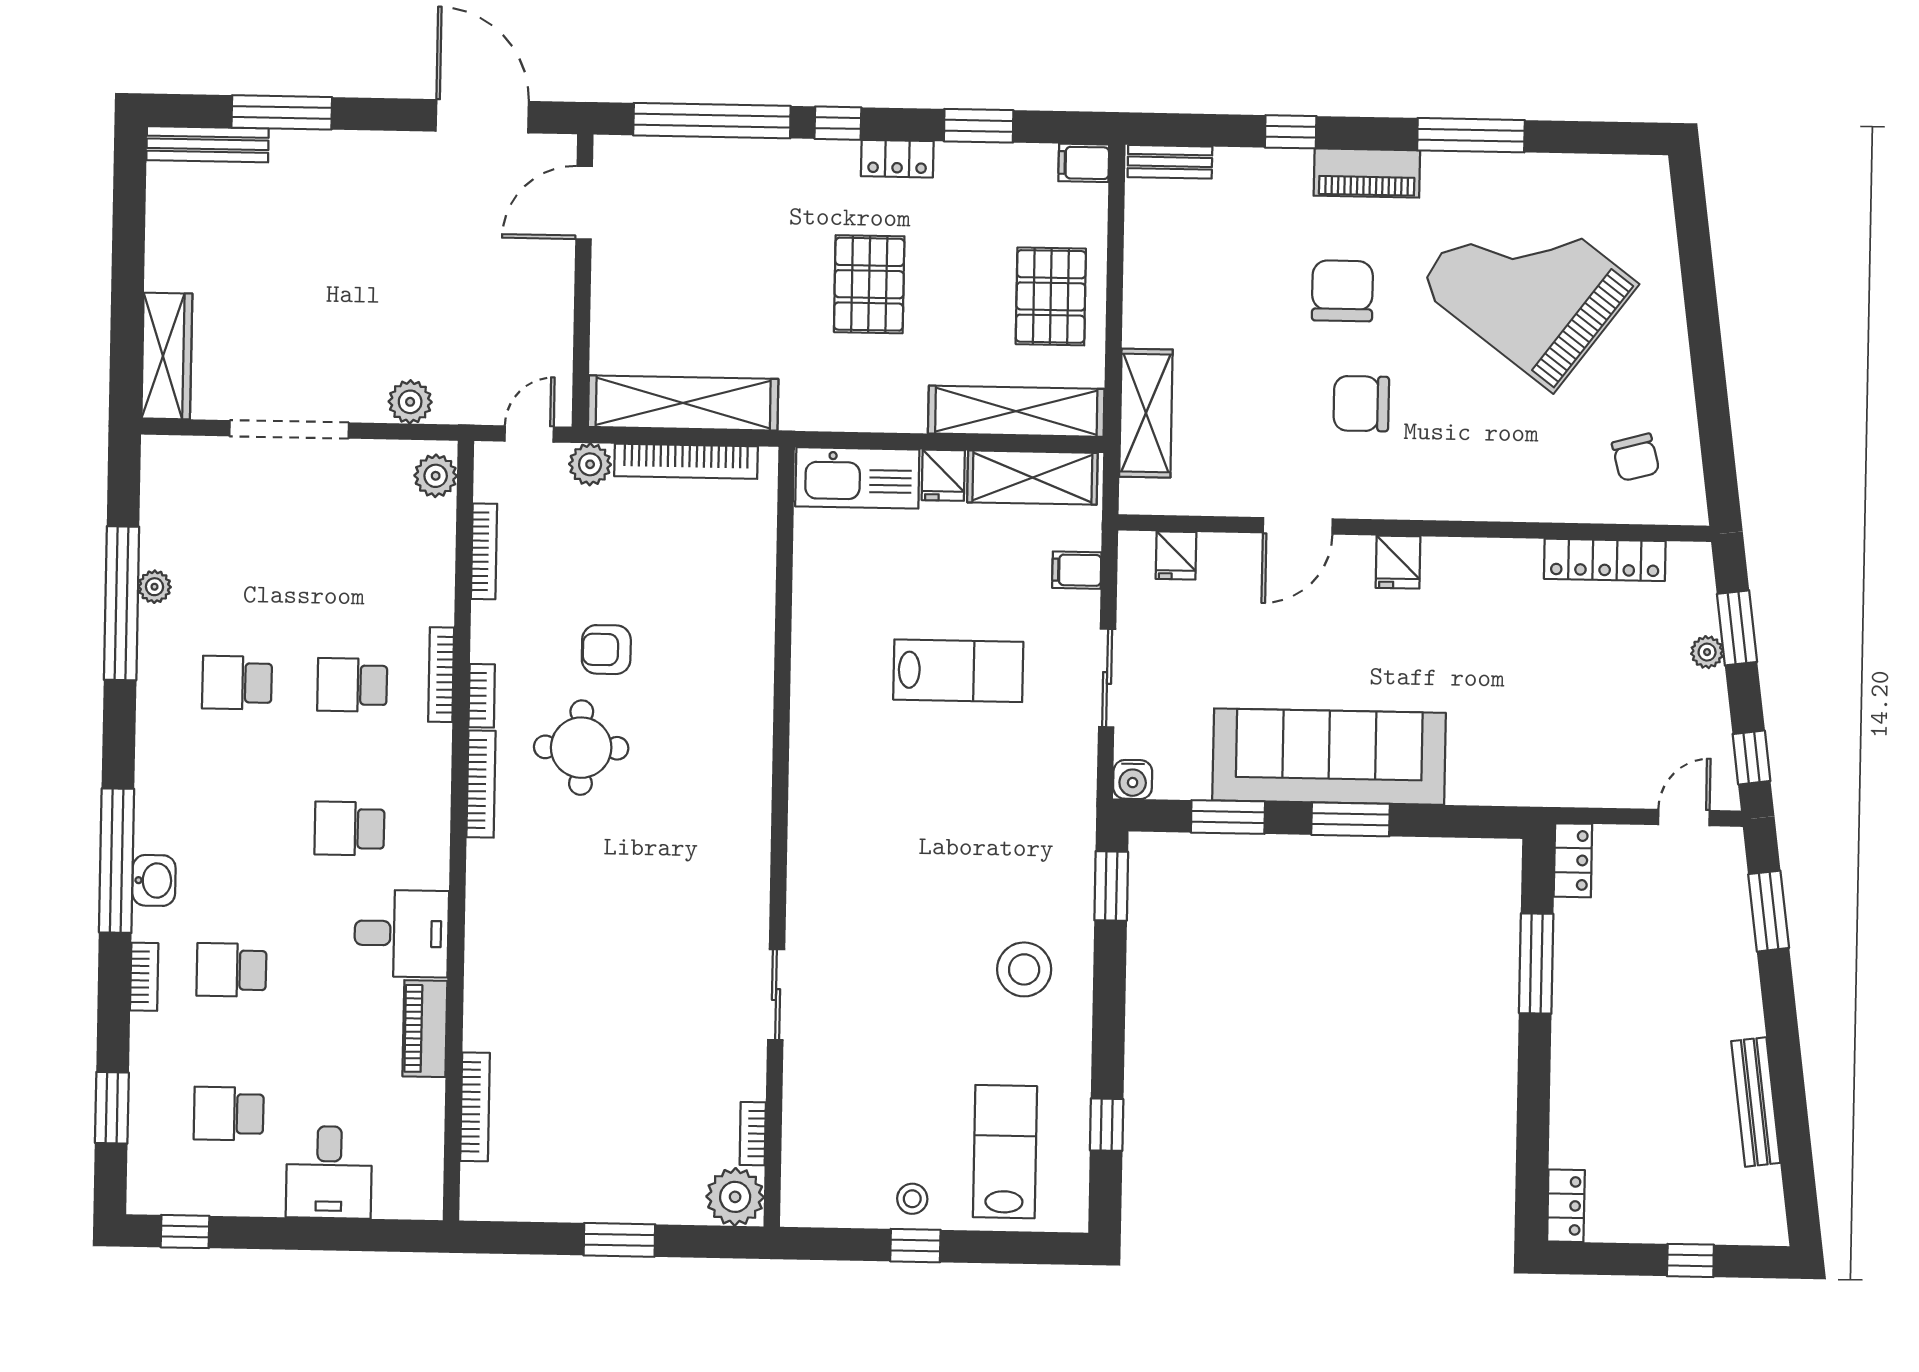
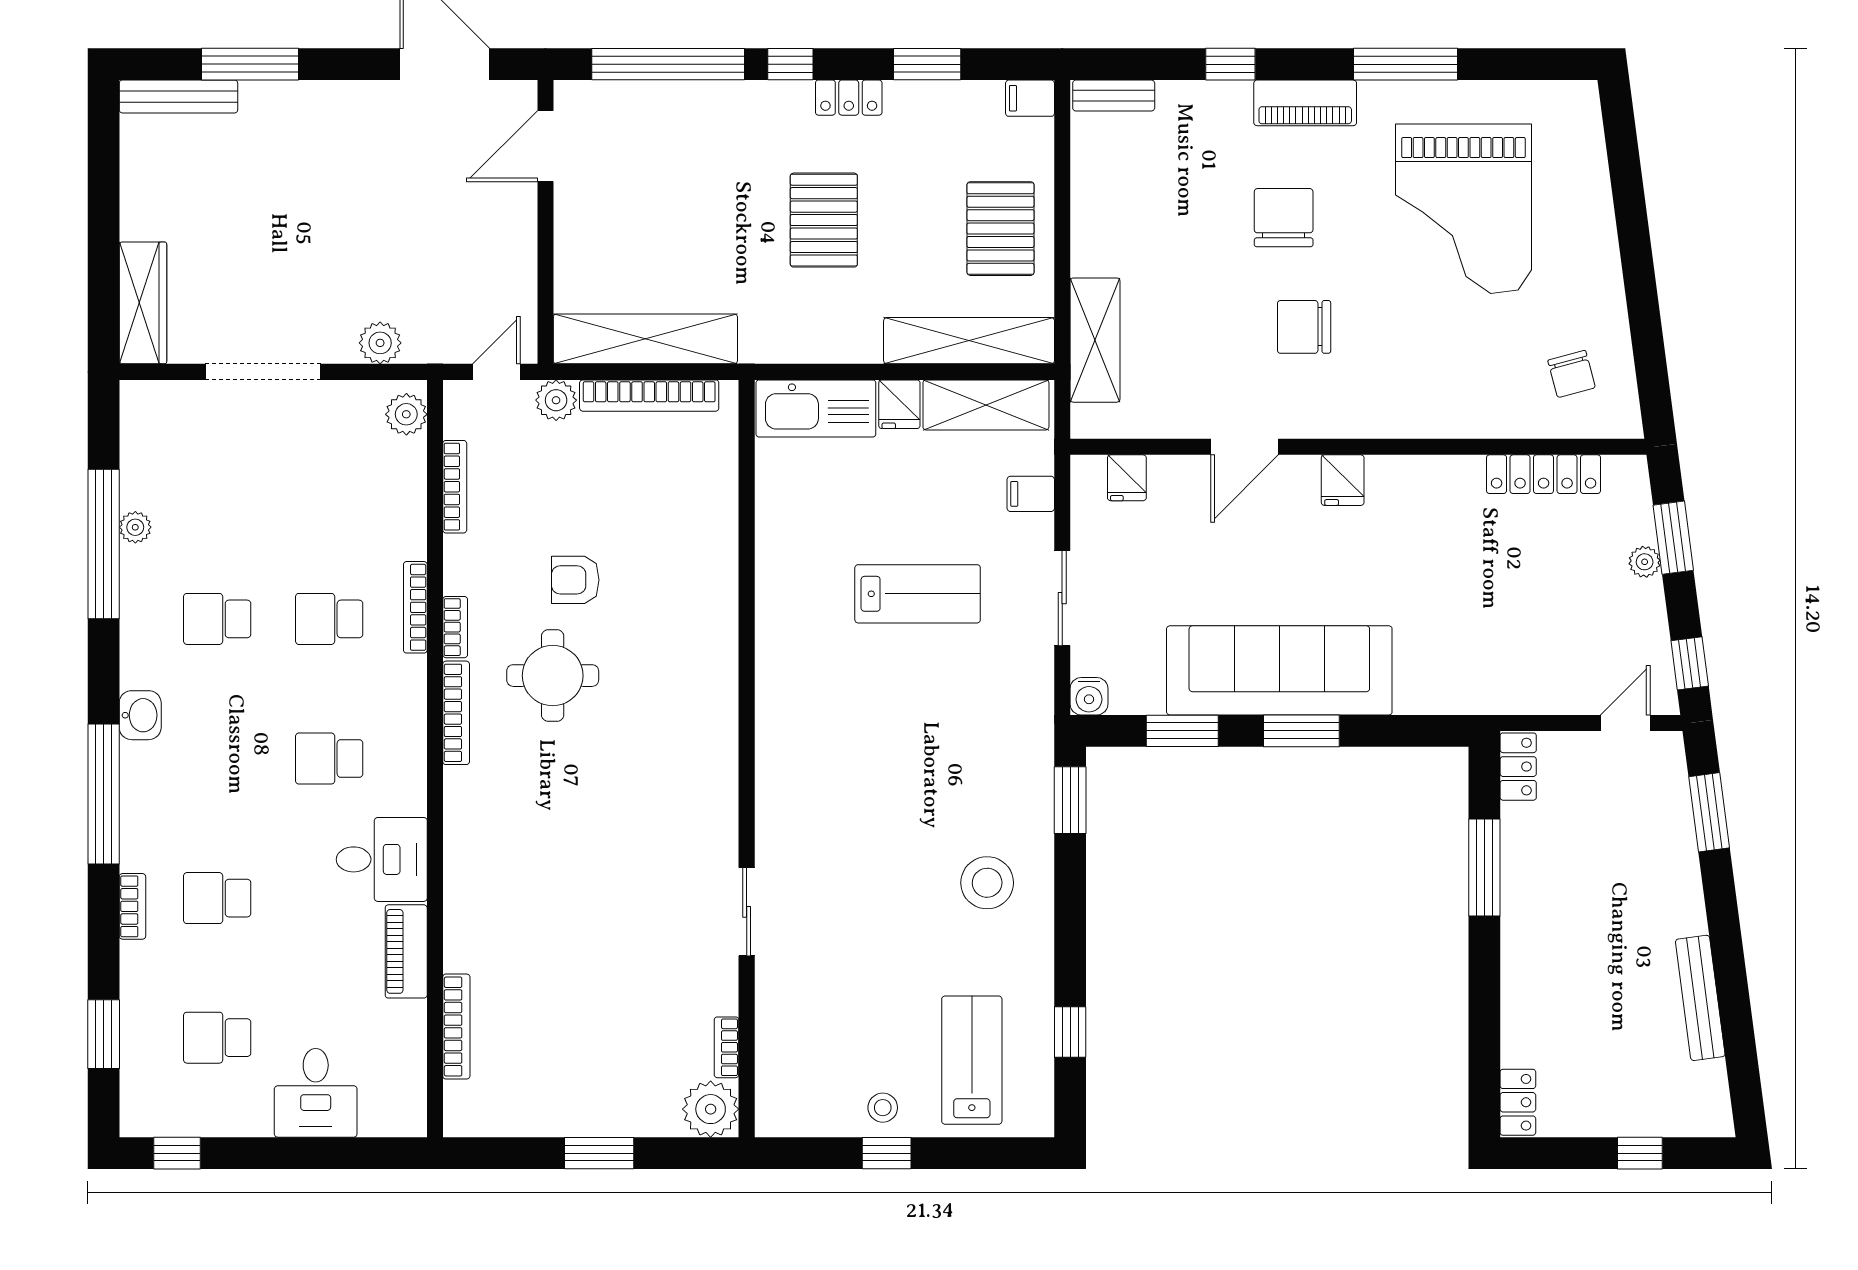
grand piano: (1528, 285) -> (1463, 209), turned -127
washbasin: (154, 880) -> (140, 715), moved

